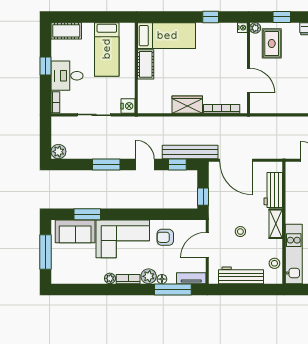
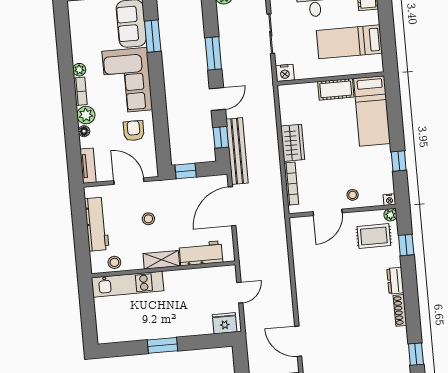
stool: (236, 58) -> (353, 195), added
window: (173, 289) -> (73, 145), removed

